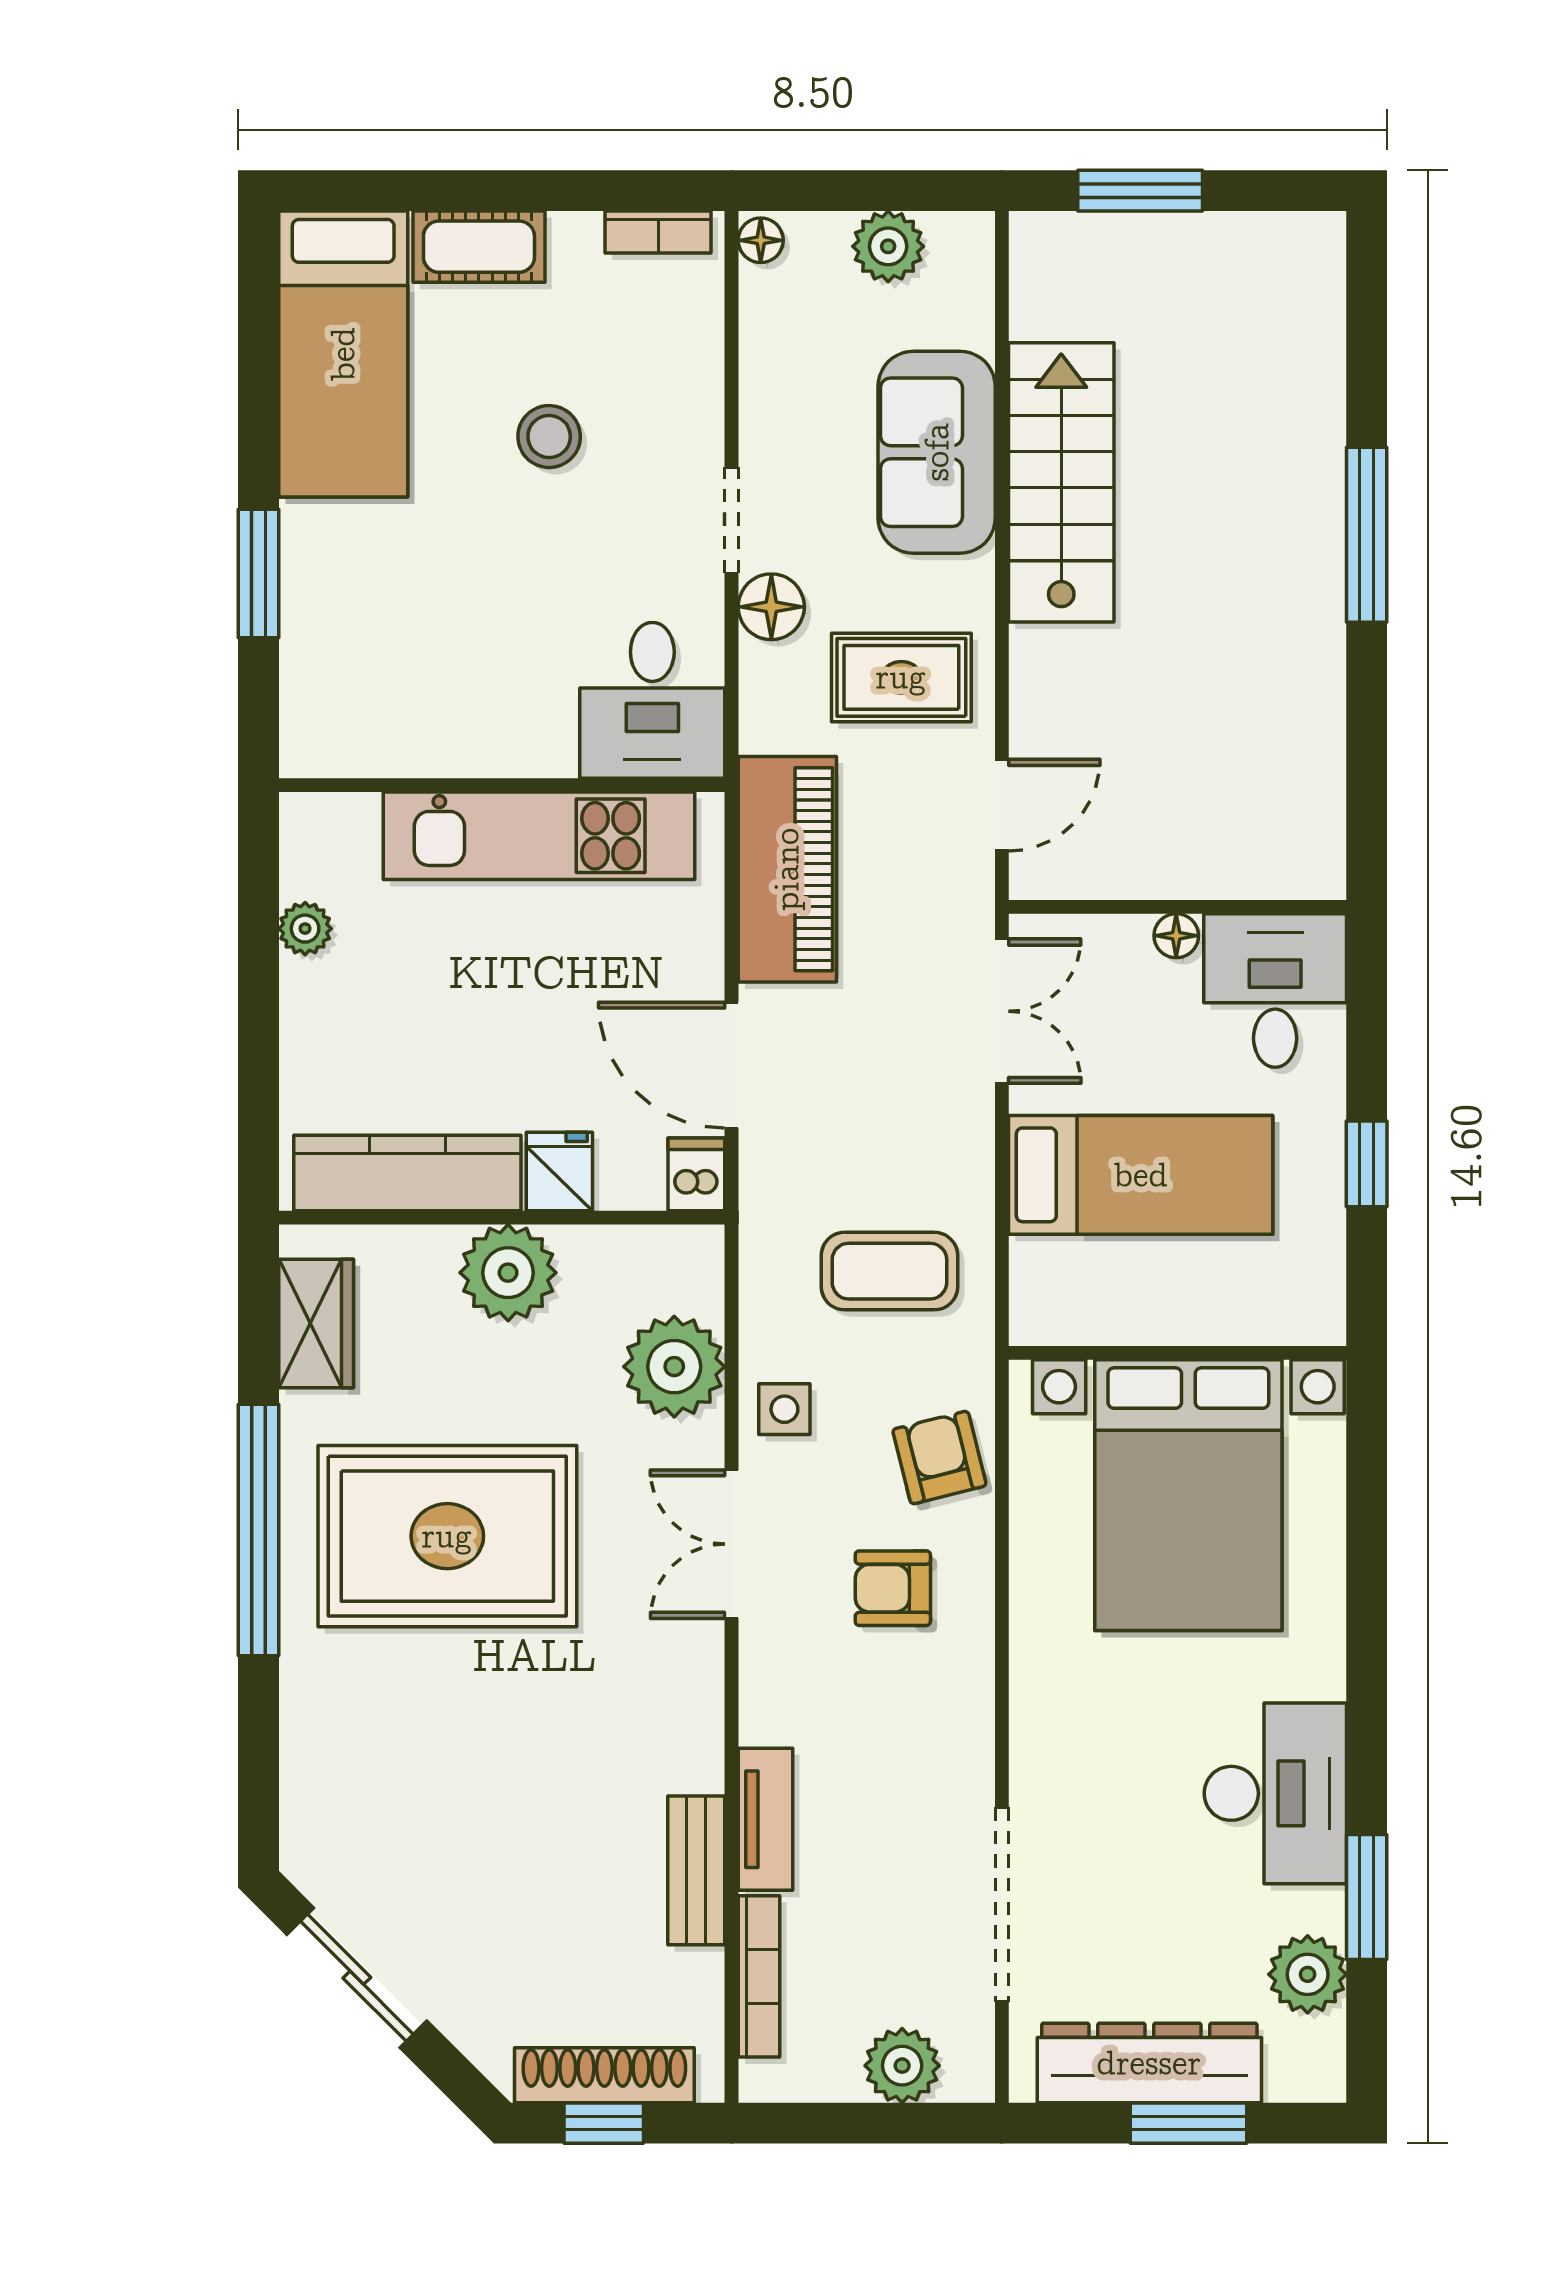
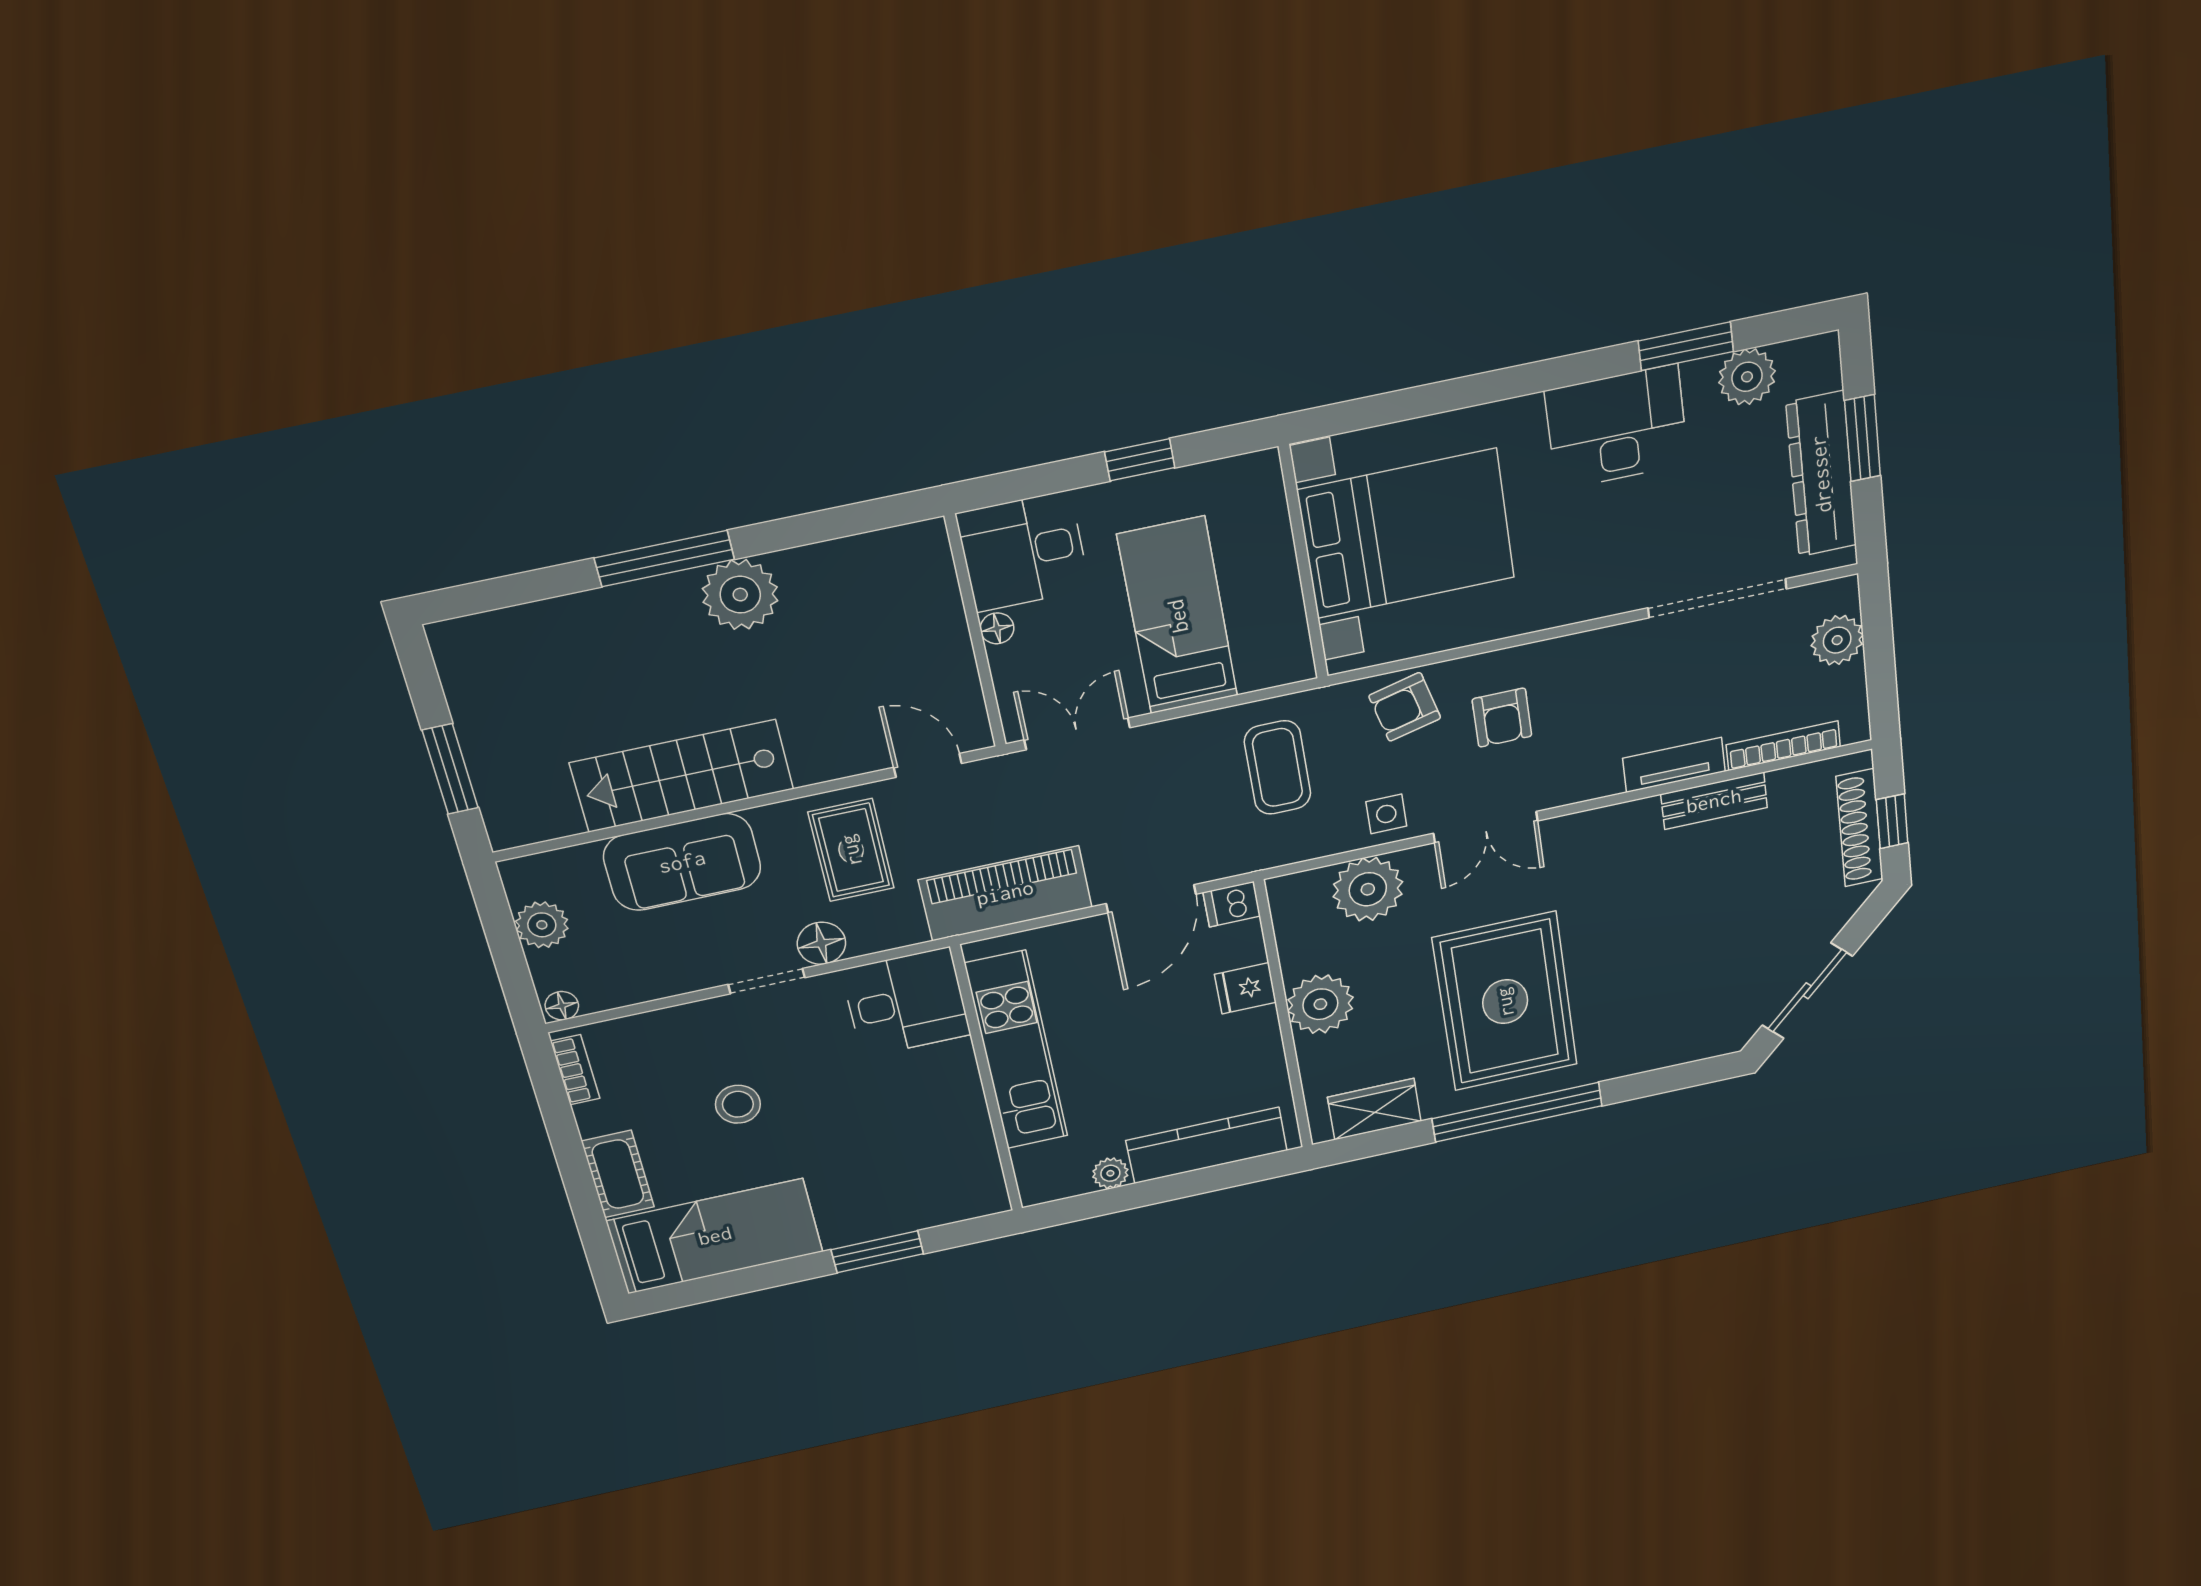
plant: (1297, 618) -> (740, 595), added
kitchen counter: (407, 1173) -> (1207, 1145), moved, turned 90

